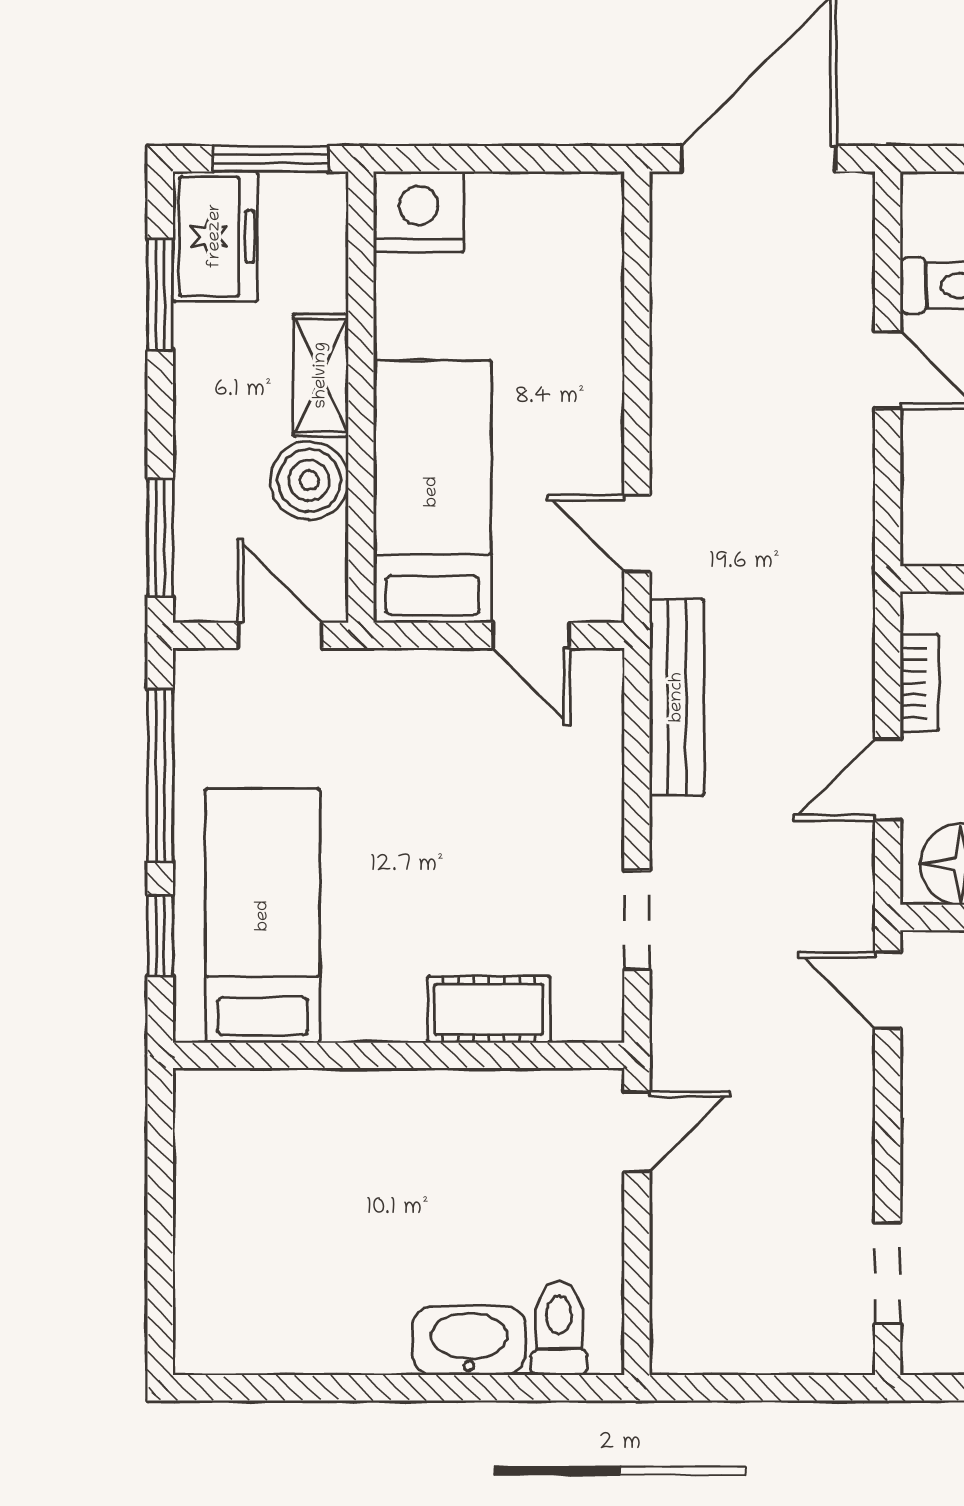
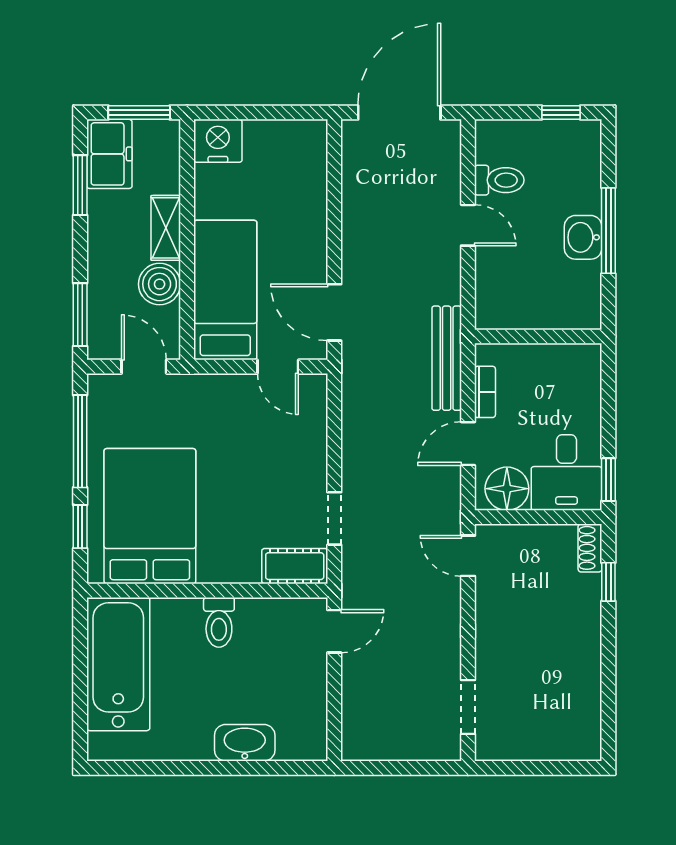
door: (637, 534) -> (334, 312), width x1.38
bench: (677, 697) -> (447, 358), moved
bed: (263, 916) -> (150, 516), width x1.50
cot: (489, 1009) -> (295, 566), moved
bathtub: (232, 1193) -> (118, 664), added
toilet: (559, 1328) -> (219, 622), moved, turned 180

